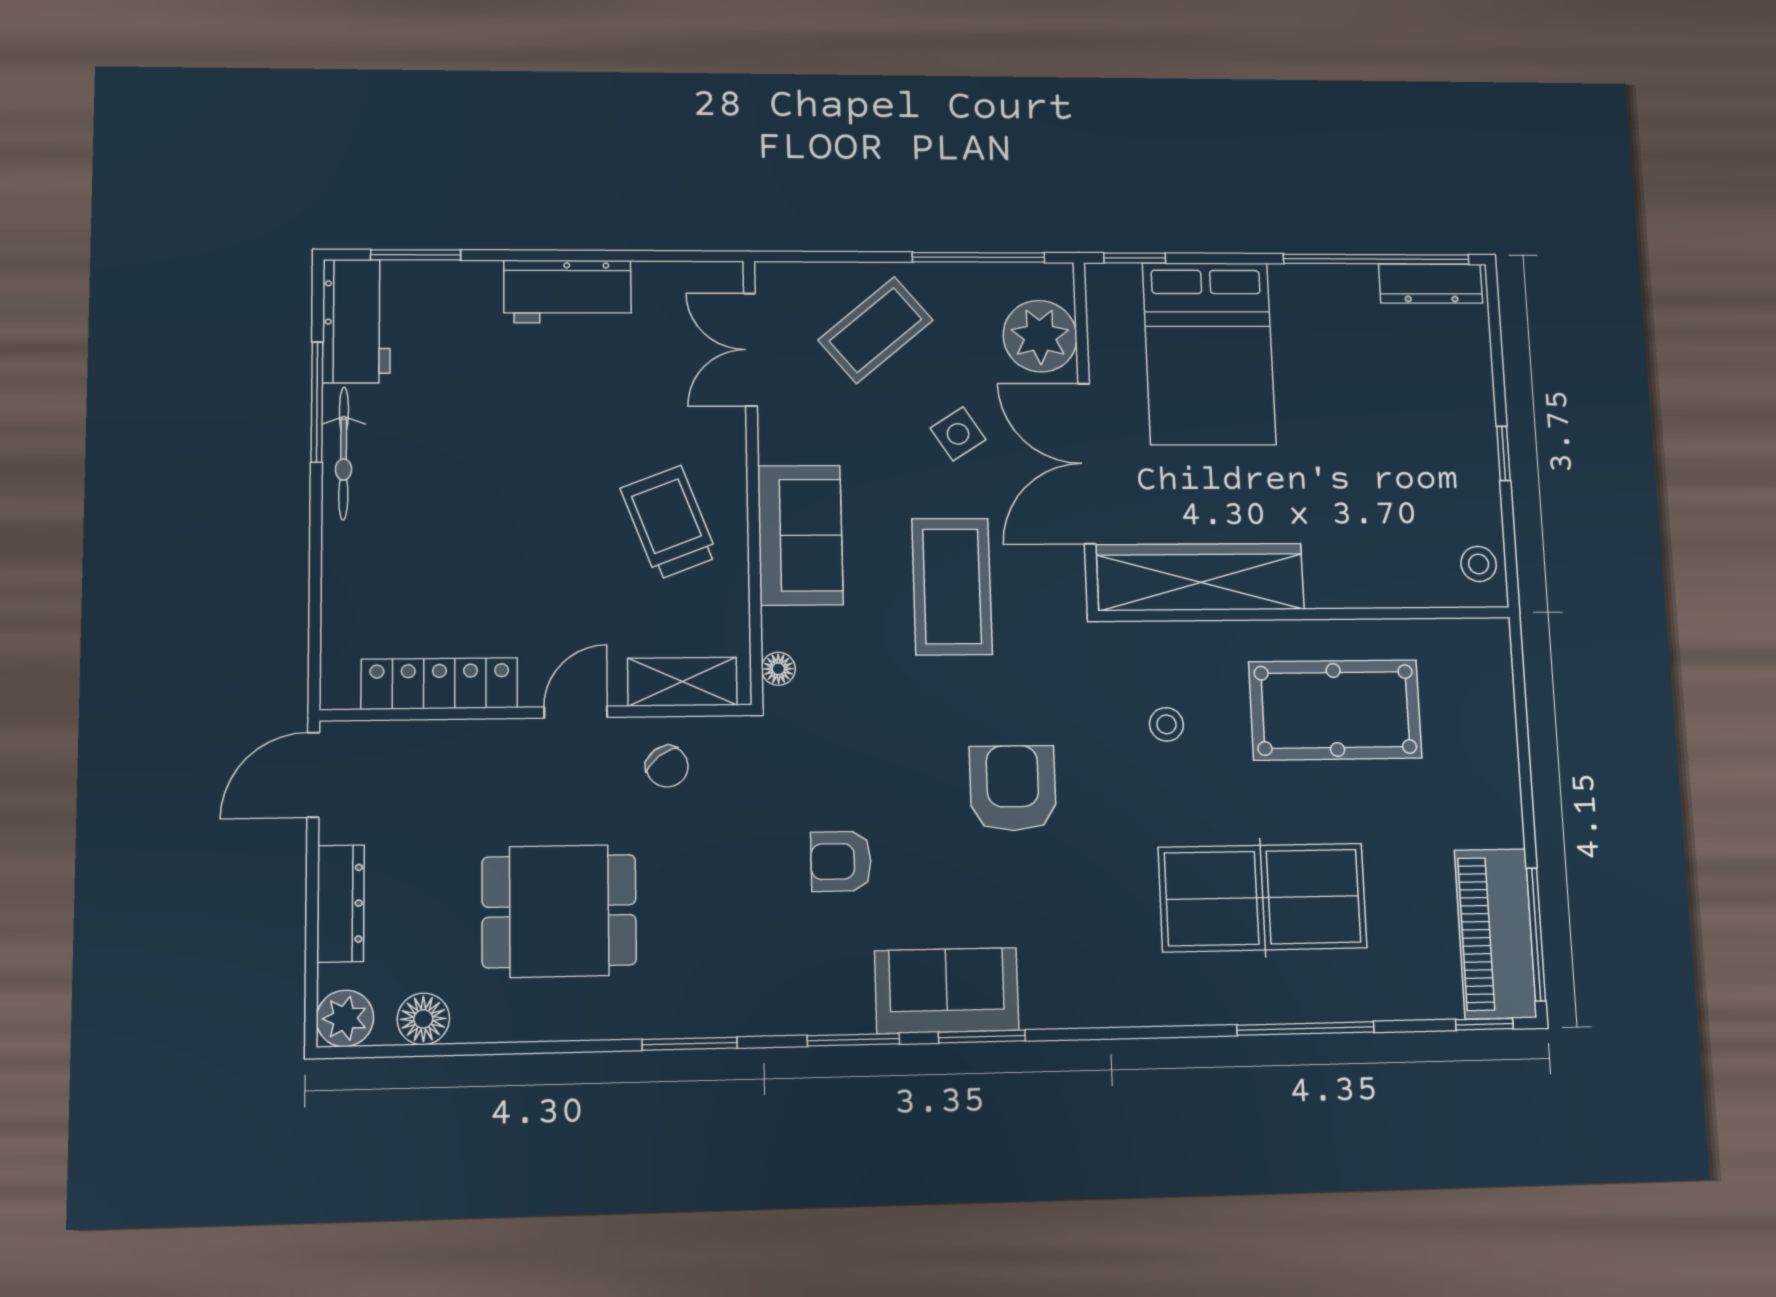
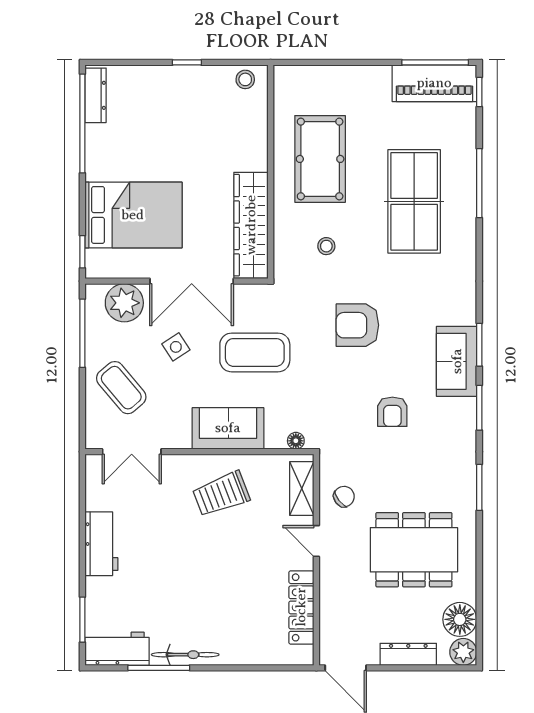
dining table: (559, 911) -> (414, 550), width x1.38
floor lamp: (423, 1019) -> (460, 619), width x1.38, depth x1.38

